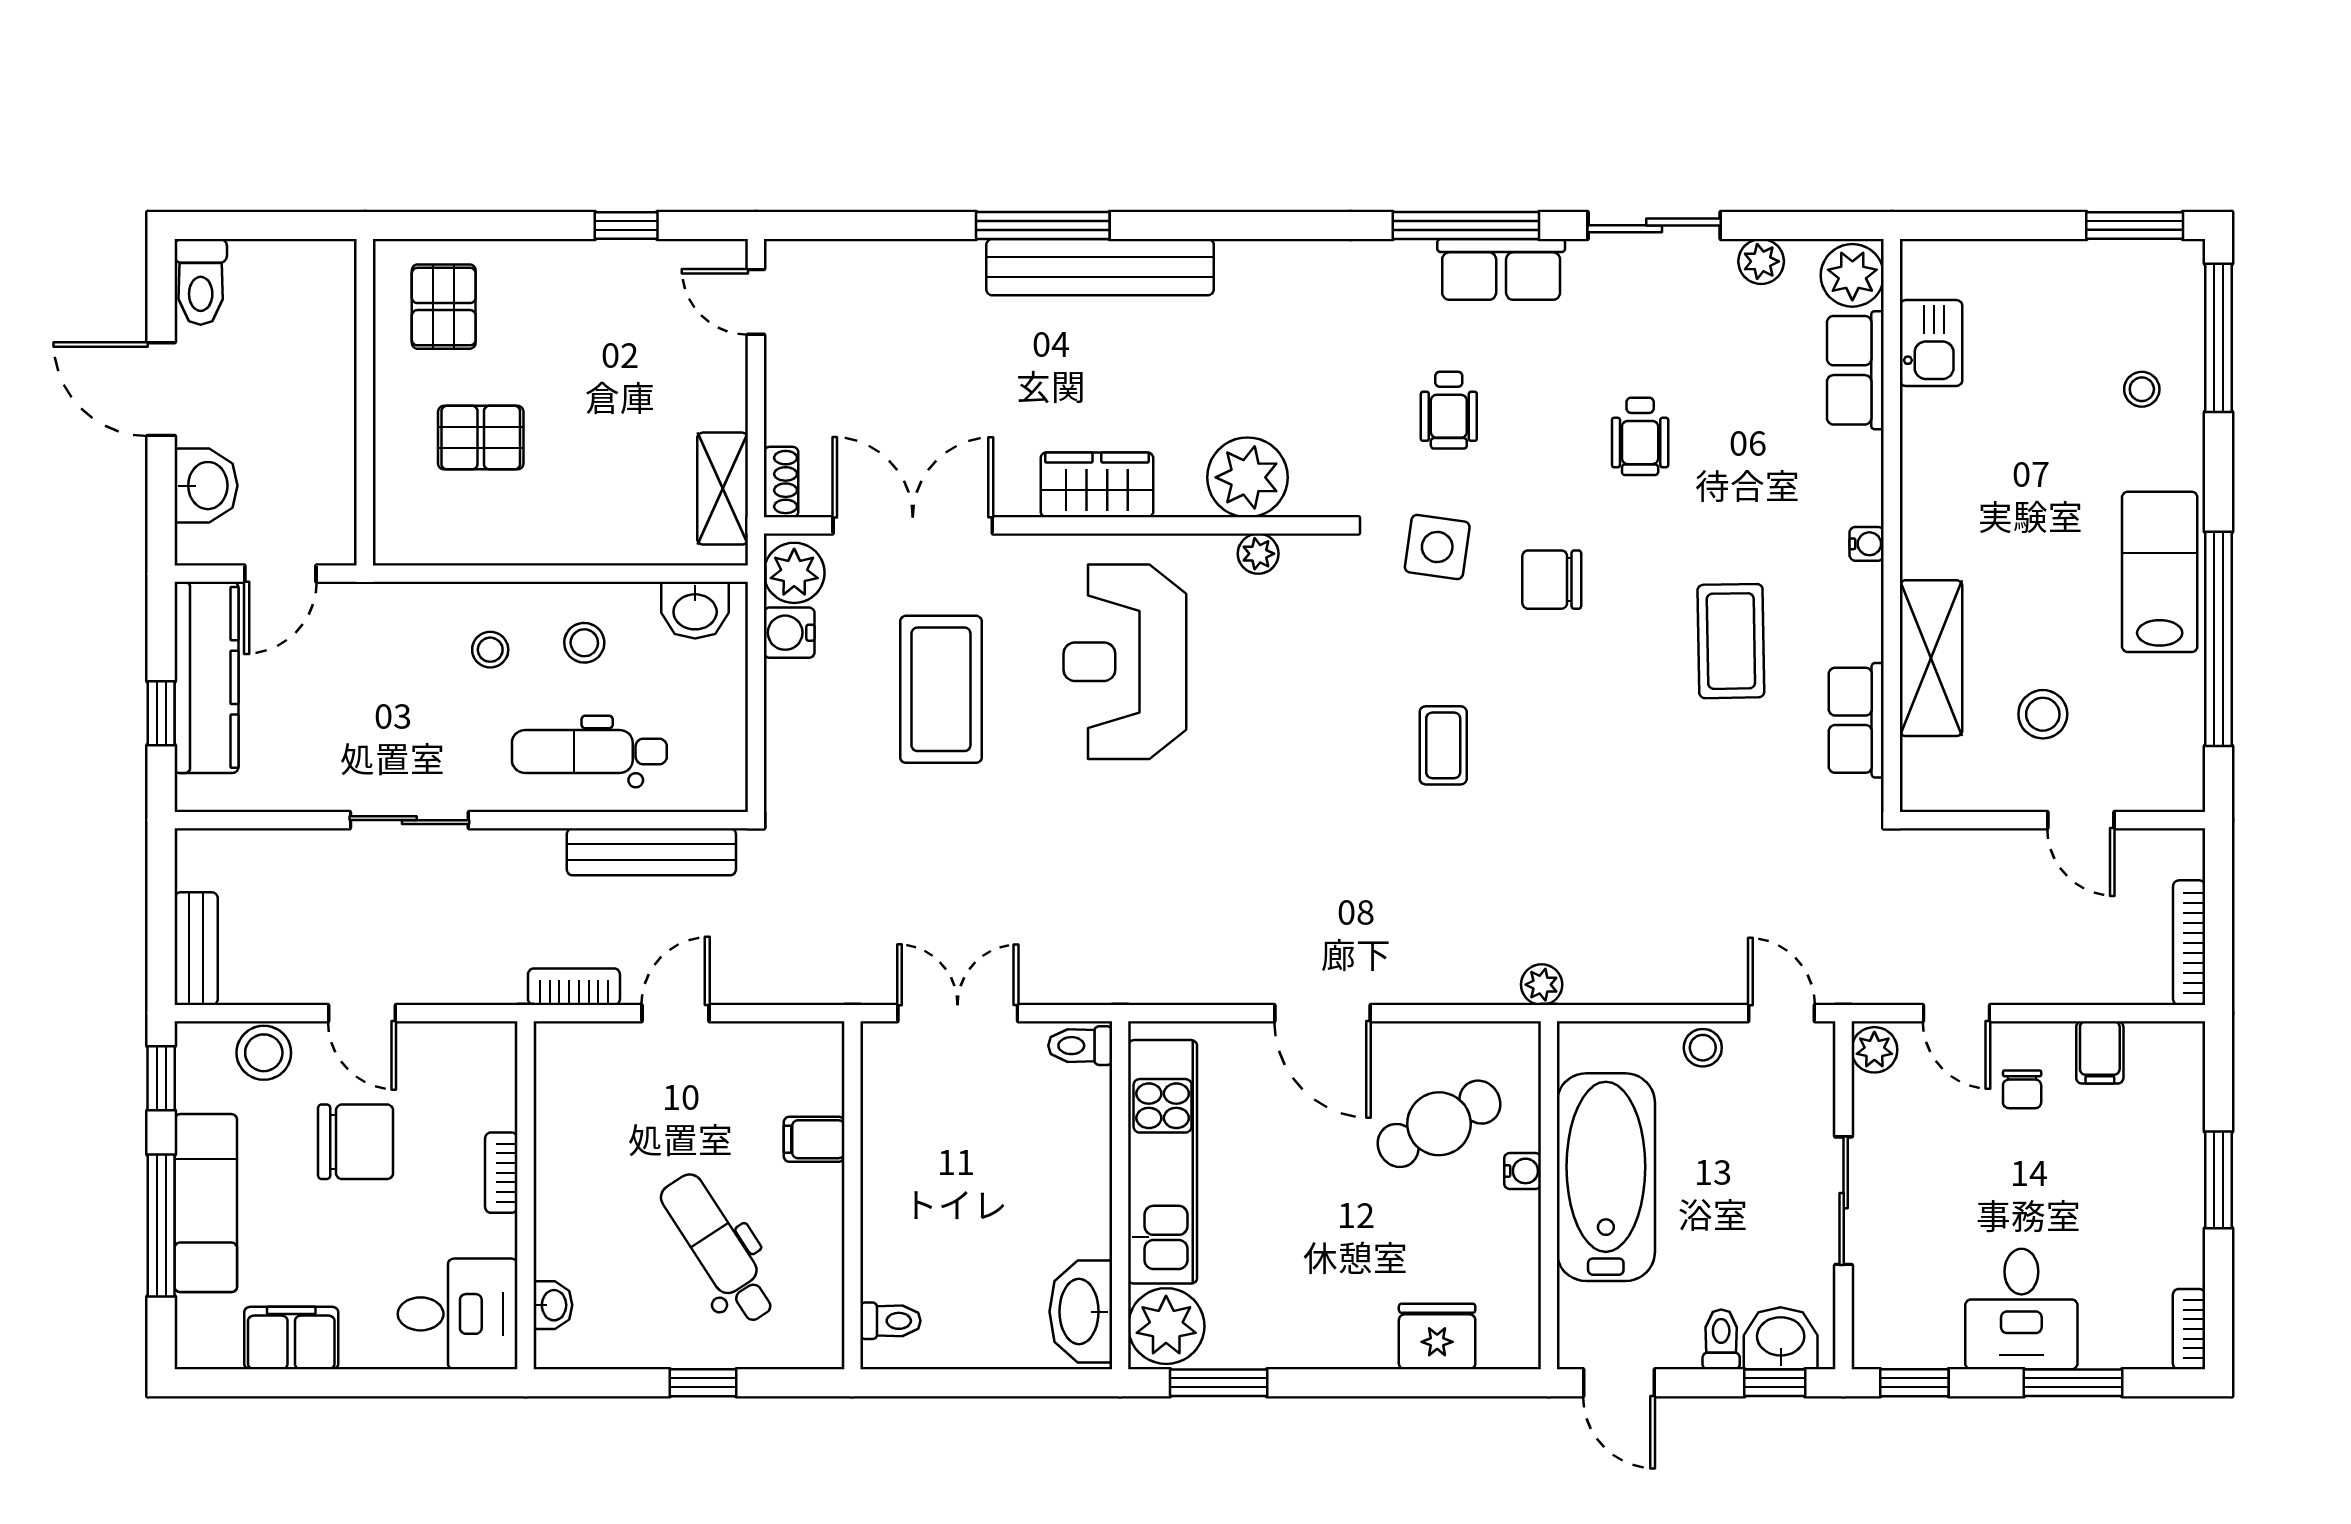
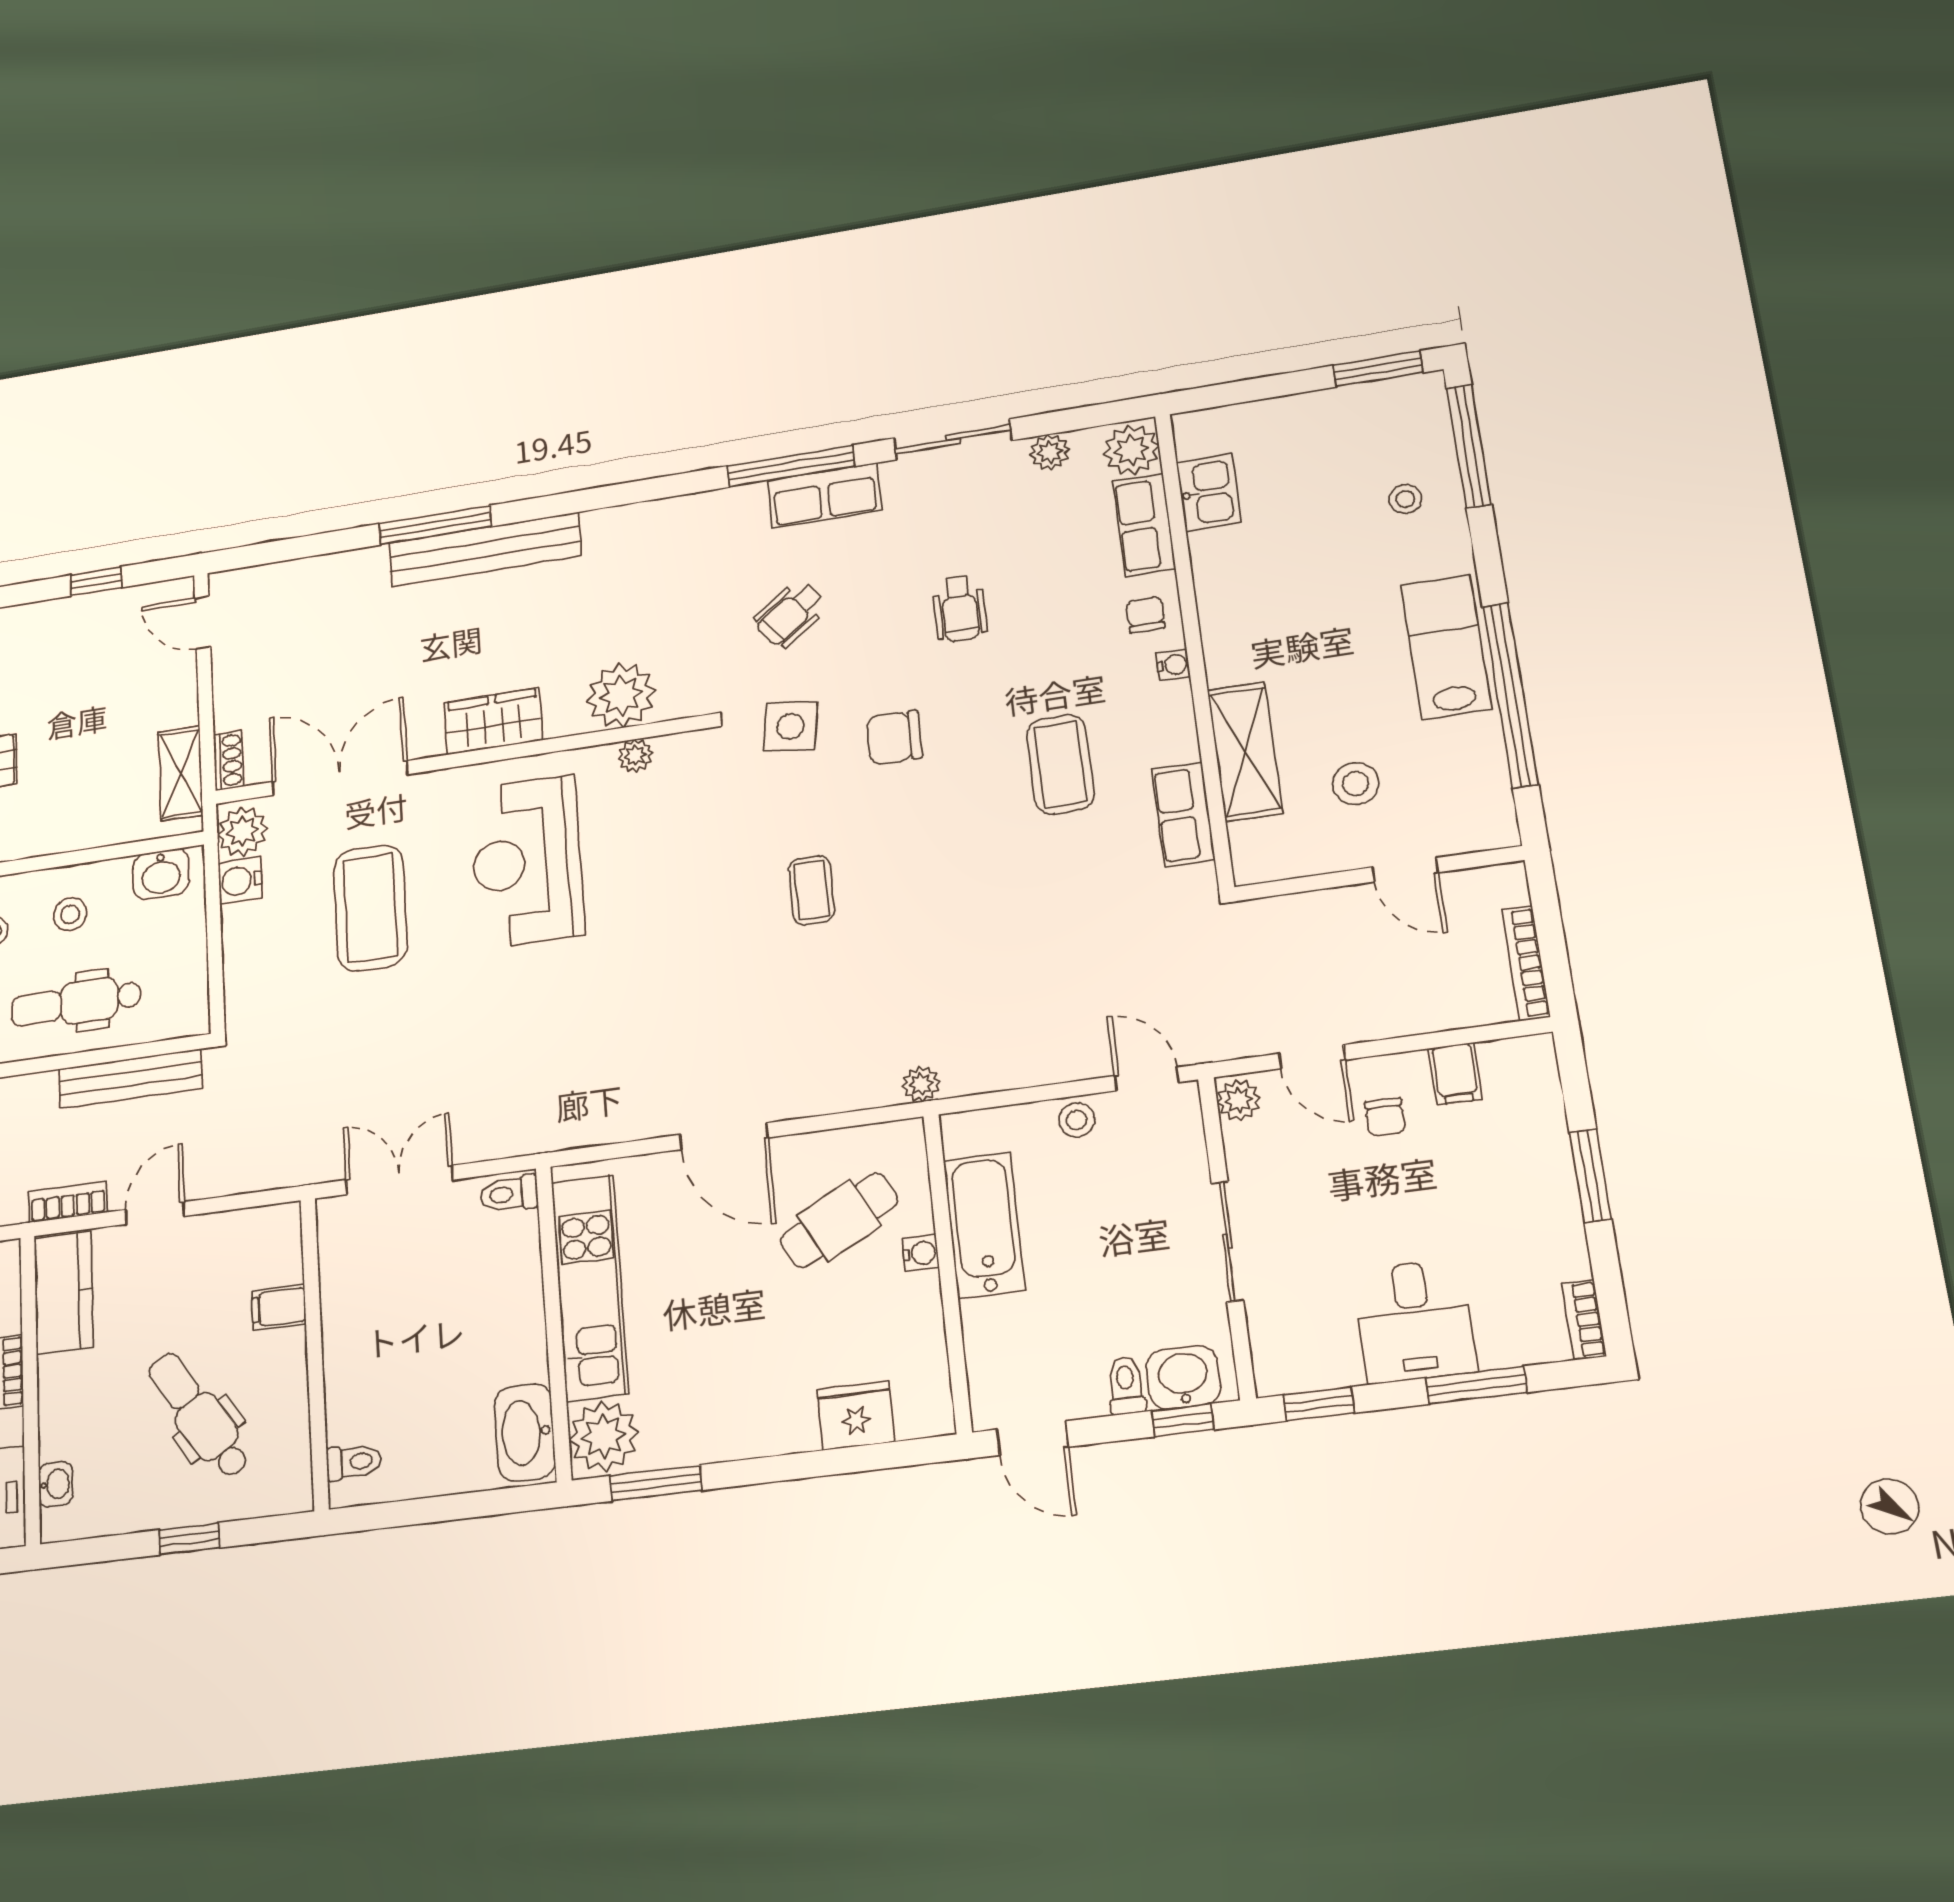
wheelchair: (1449, 410) -> (790, 614), turned 53
chair: (1844, 479) -> (1146, 615), added
kitchen counter: (567, 1091) -> (64, 1293), added
bathtub: (1606, 1177) -> (984, 1225), width x0.73, depth x0.73

